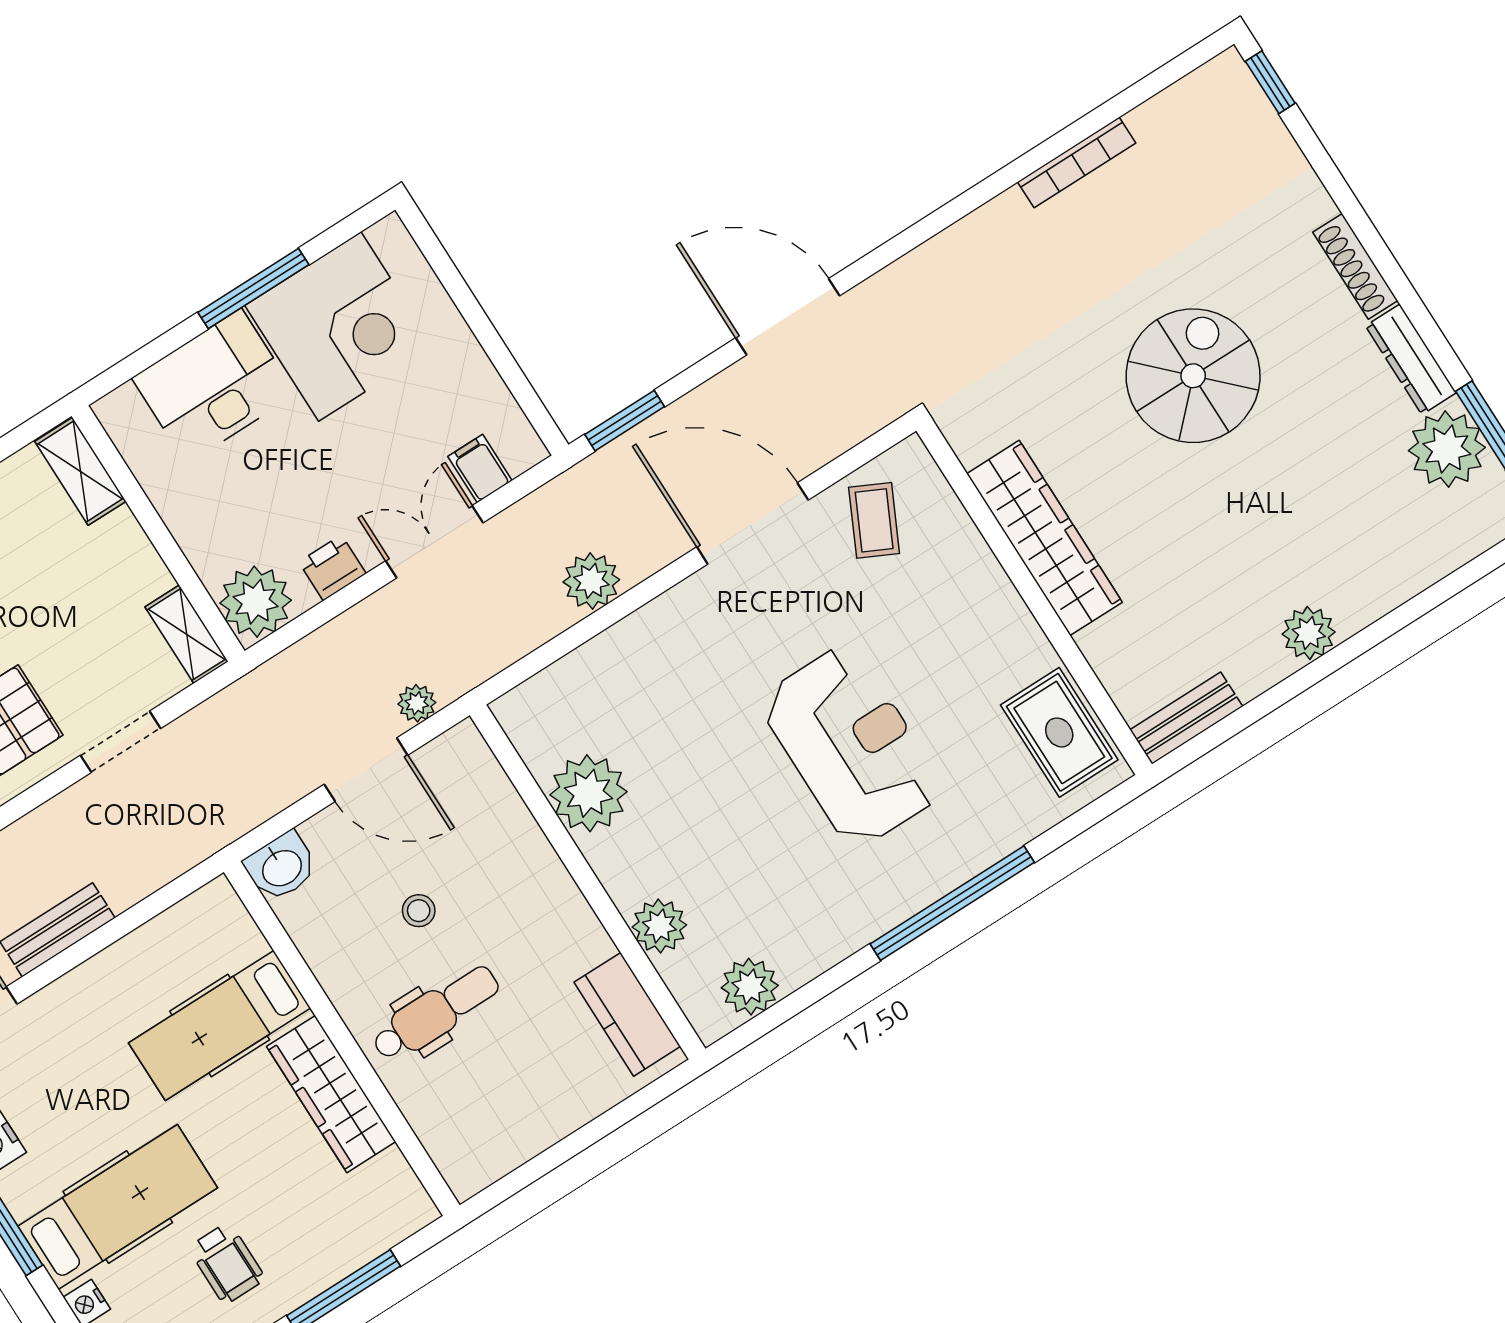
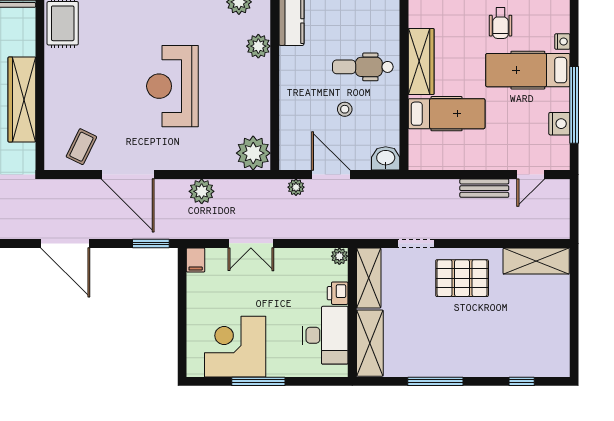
desk: (214, 386) -> (325, 335), moved, turned -90
filing cabinet: (480, 469) -> (196, 260), moved
shelving: (80, 471) -> (370, 343), width x1.50, depth x1.33
printer: (332, 568) -> (338, 293), moved, turned 90
plant: (256, 602) -> (339, 256), width x0.53, depth x0.53
shelving: (187, 634) -> (369, 278), width x1.50, depth x1.33
reception desk: (851, 746) -> (172, 86), moved
plant: (588, 793) -> (253, 153), moved
wheelchair: (227, 1263) -> (501, 23), turned 180

